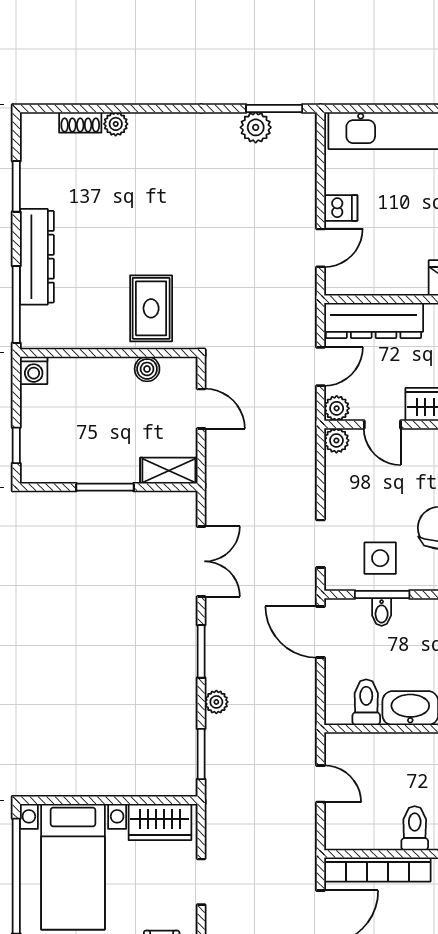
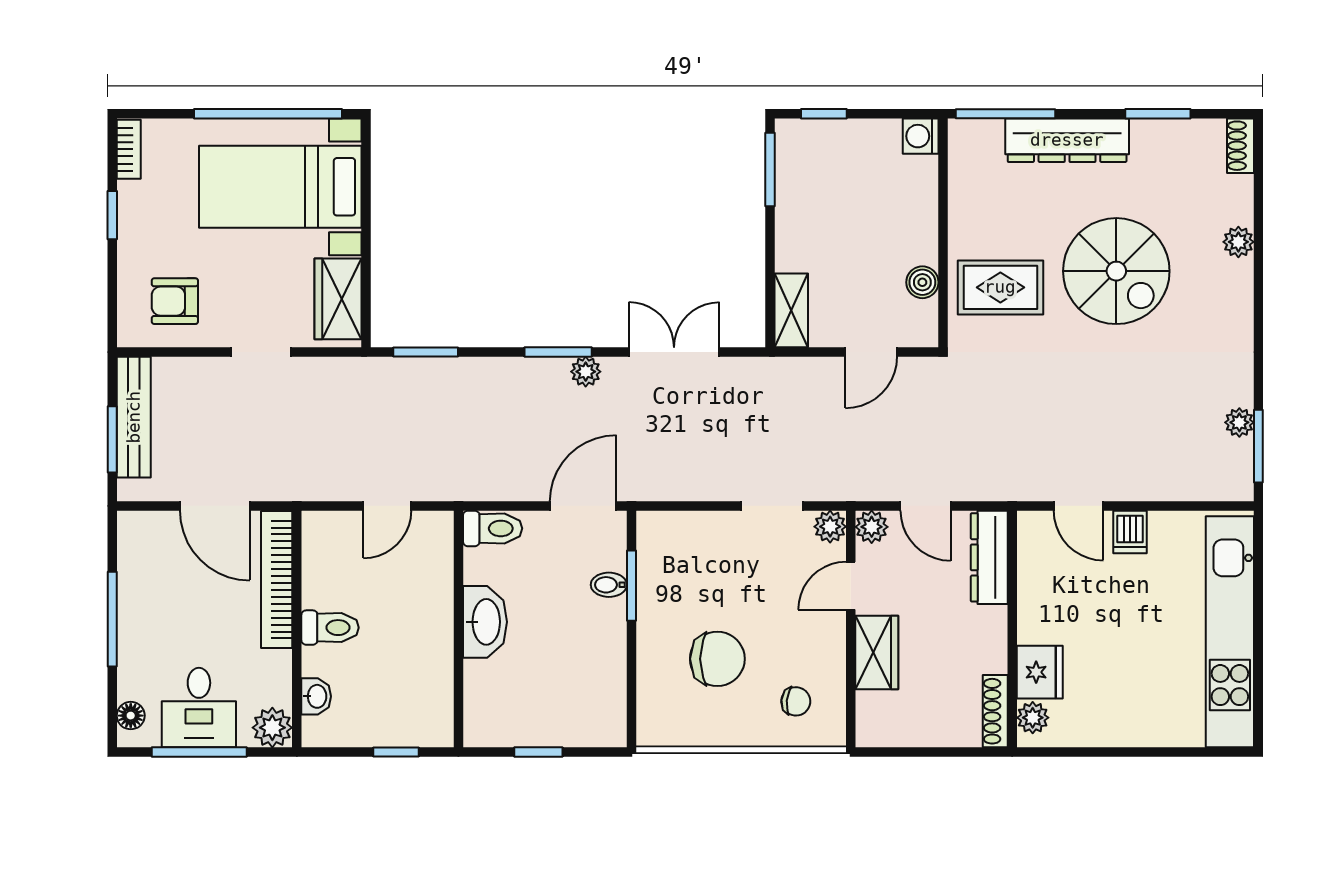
shoe rack: (80, 122) -> (1240, 146), moved
plant: (256, 127) -> (1239, 422), width x0.73, depth x0.73
spiral stairs: (138, 219) -> (1116, 271), added
dresser: (374, 321) -> (989, 557), width x0.73, depth x0.80
window: (105, 487) -> (770, 169), moved
doorway: (320, 544) -> (772, 506), moved
side table: (380, 558) -> (678, 583), removed
double door: (201, 561) -> (674, 352), swing flipped
plant: (216, 702) -> (586, 372), moved
toilet: (366, 702) -> (493, 528), moved

